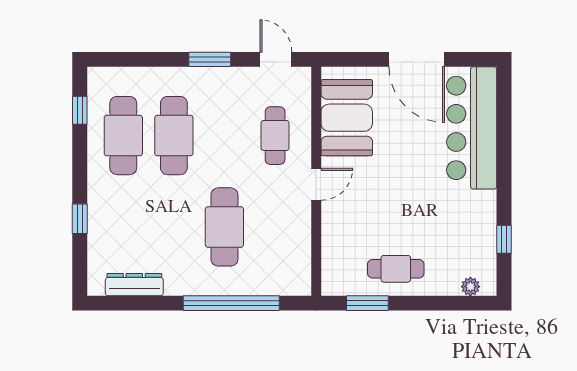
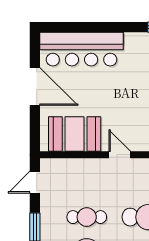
door: (417, 59) -> (35, 86), hinge flipped
cafe table: (275, 136) -> (87, 217), moved

